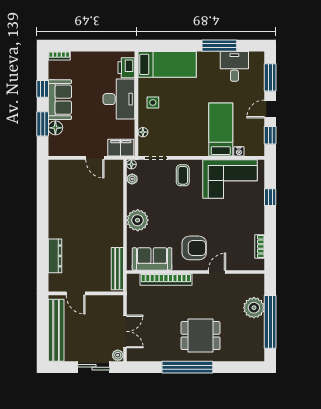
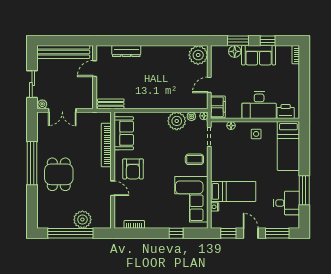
plant: (60, 171) -> (198, 55), added
plant: (138, 220) -> (177, 121), moved
bench: (117, 269) -> (111, 104), width x0.73

